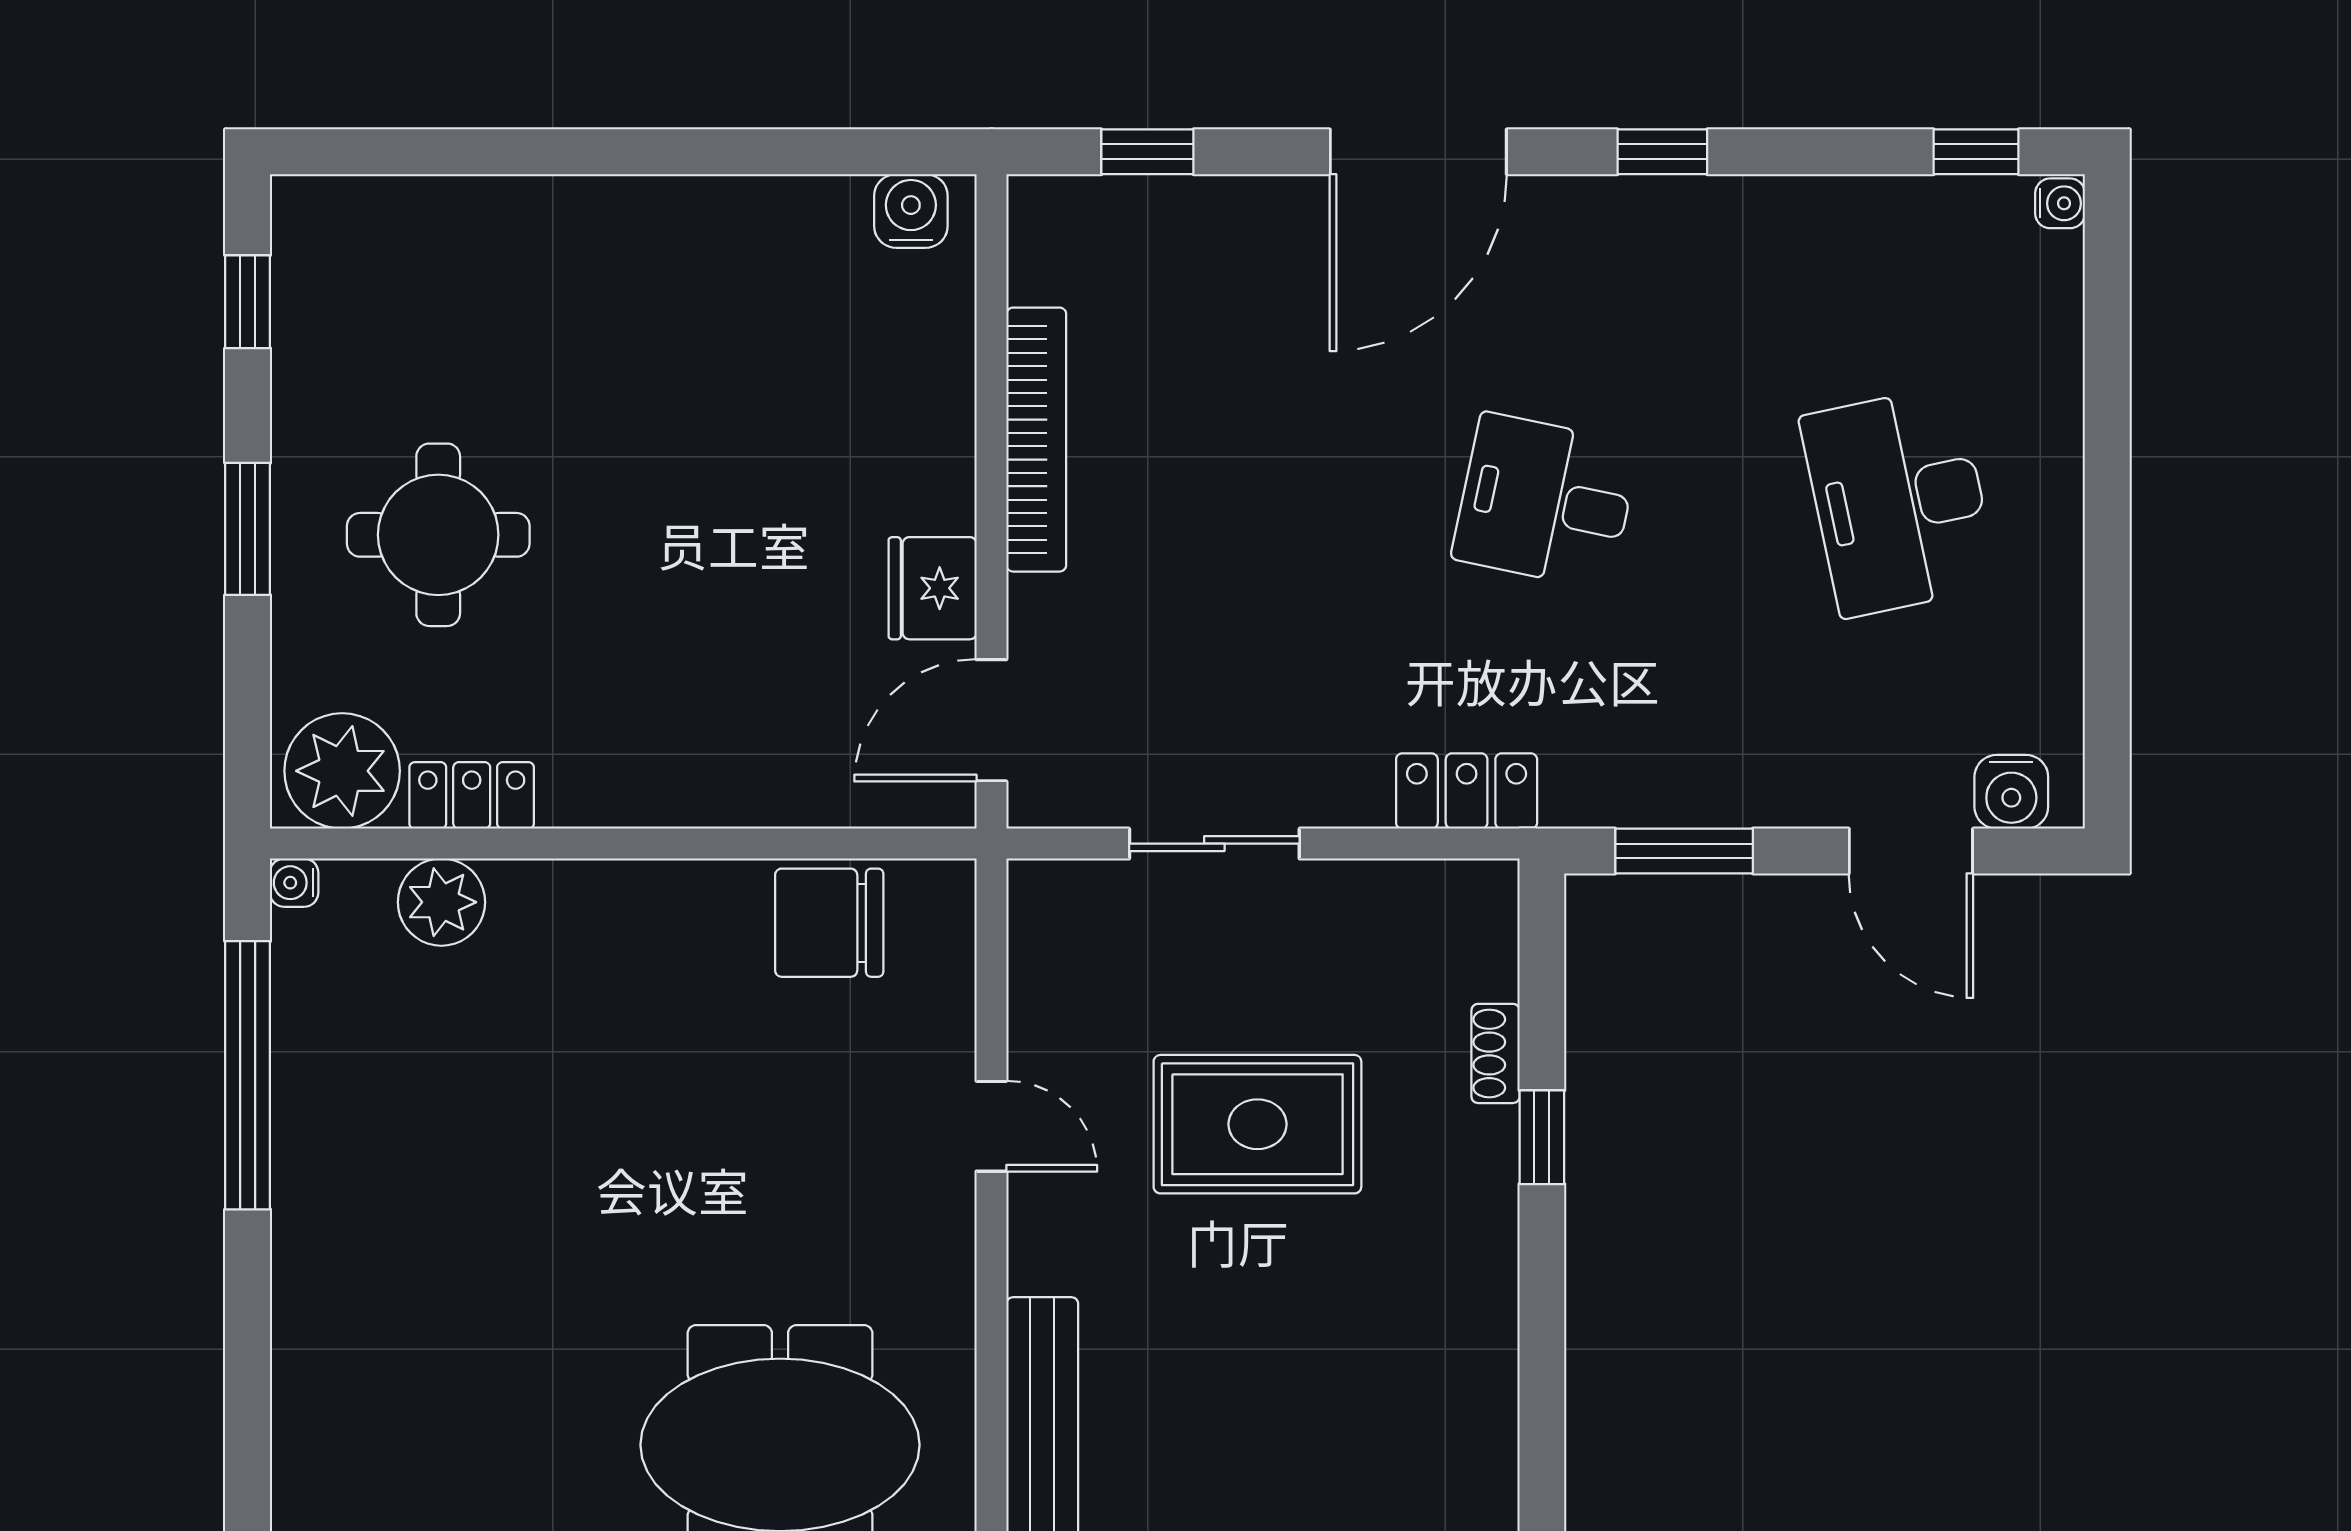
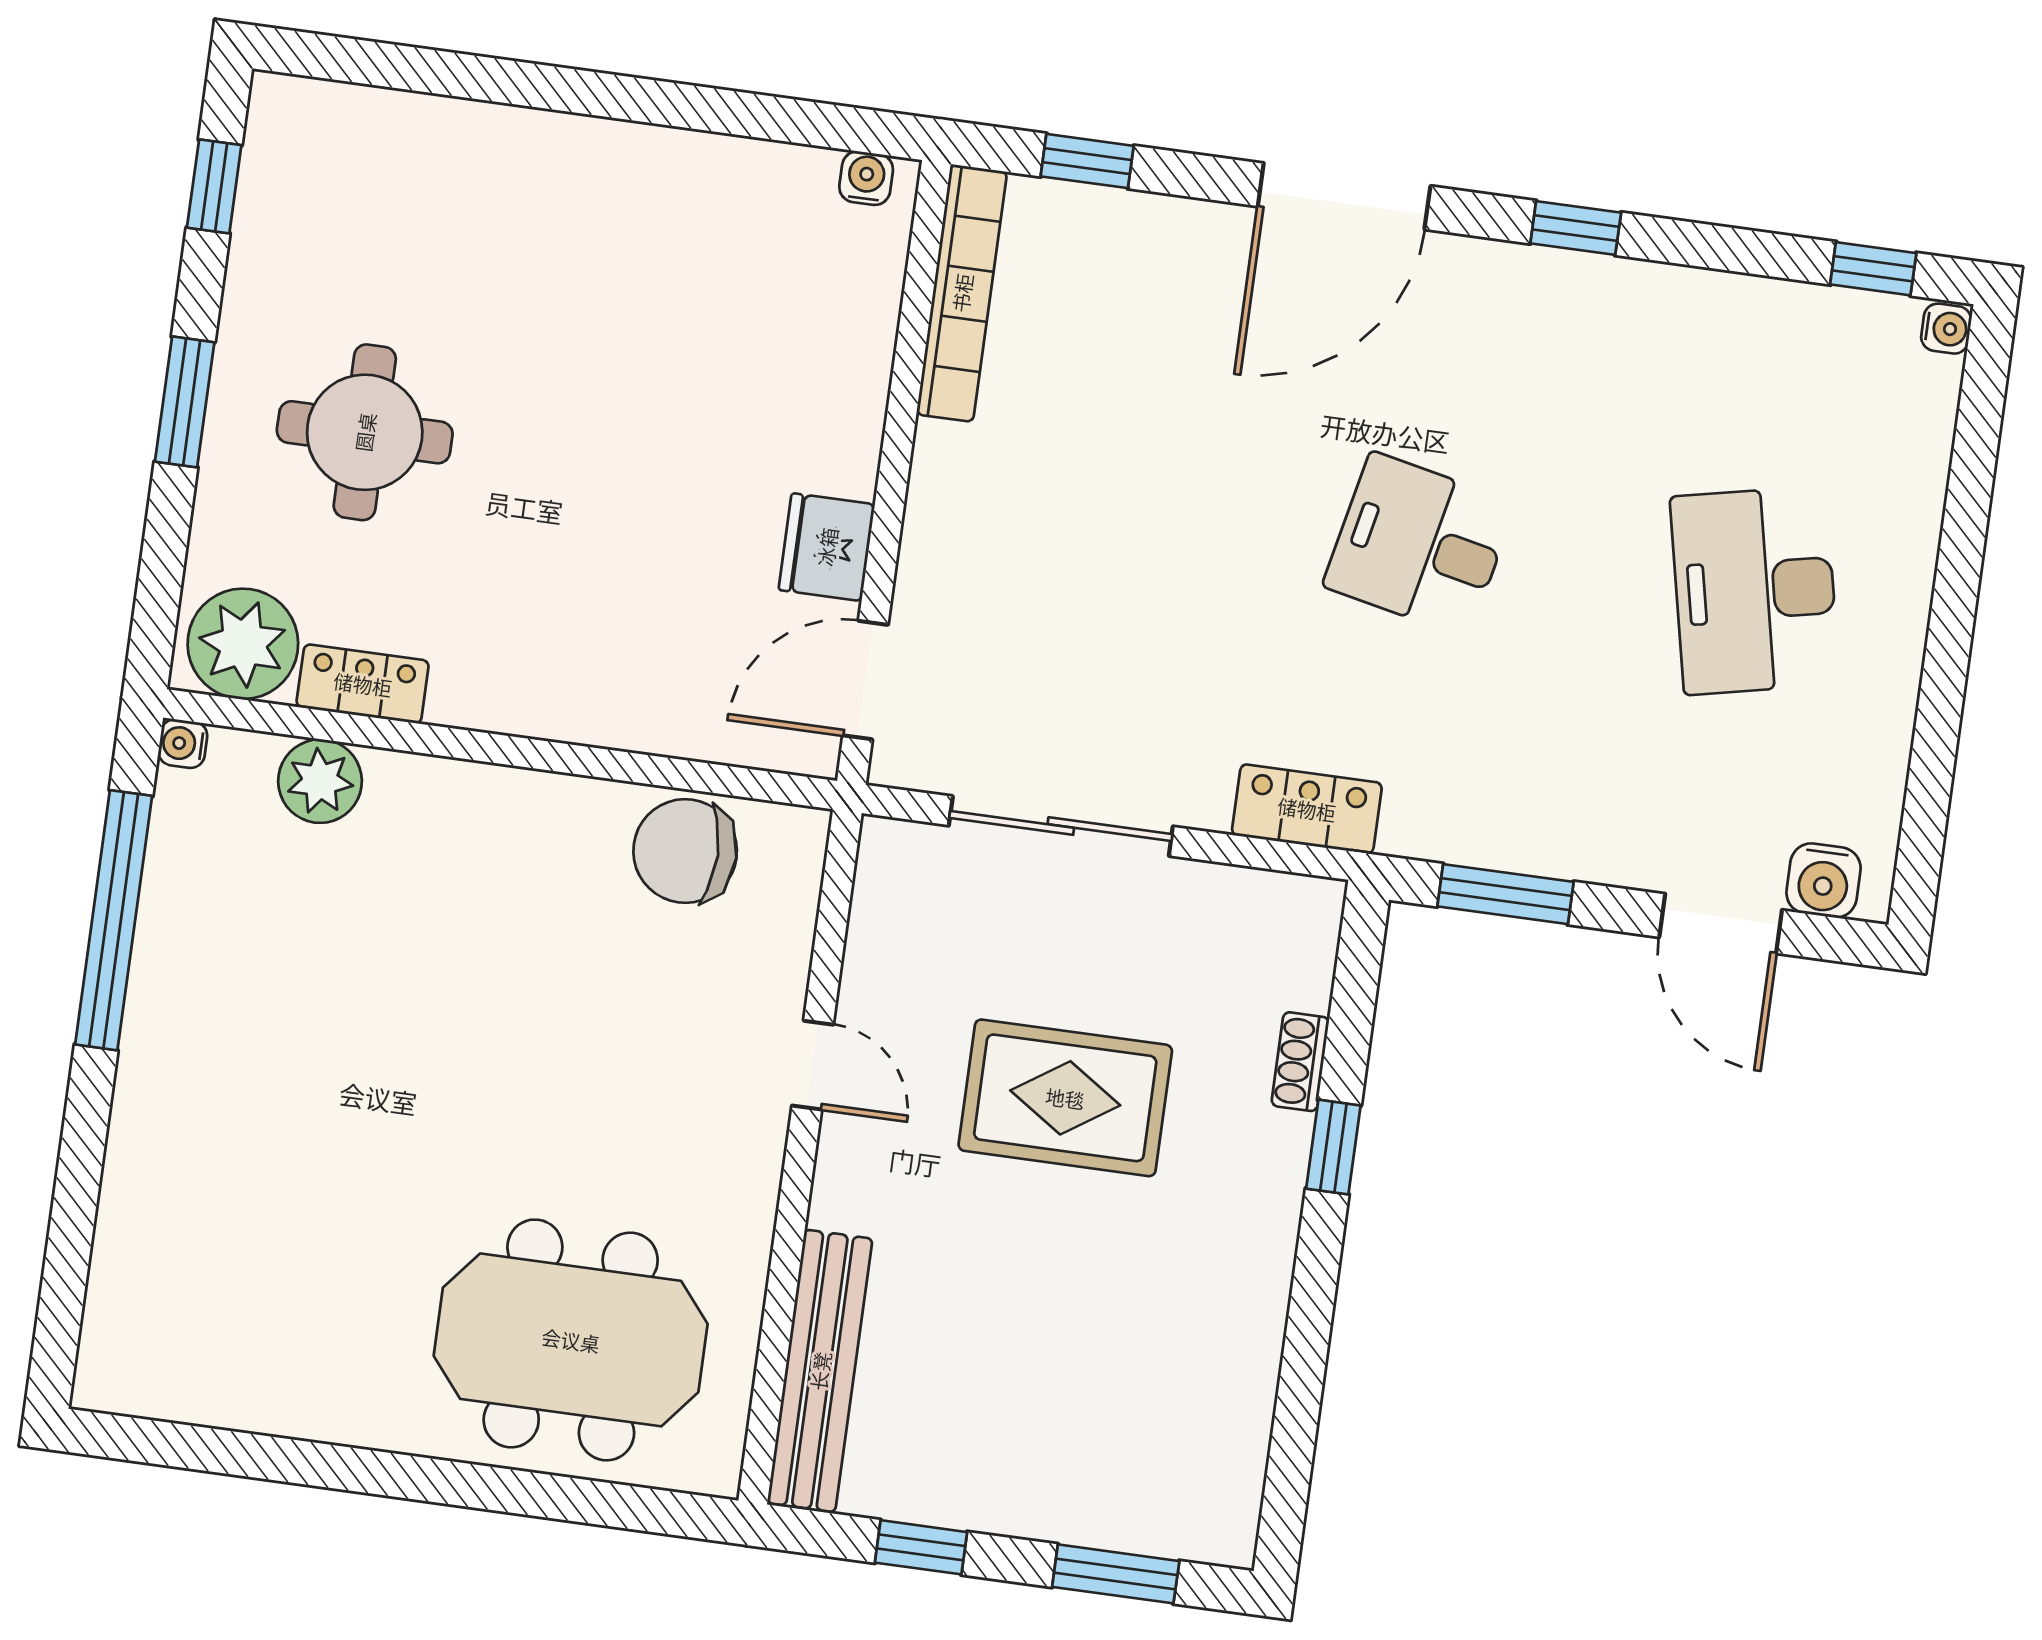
water cooler: (911, 211) -> (866, 178), width x0.72, depth x0.72
bookcase: (1036, 440) -> (962, 293), moved
sliding door: (1214, 844) -> (1061, 826), width x1.37

